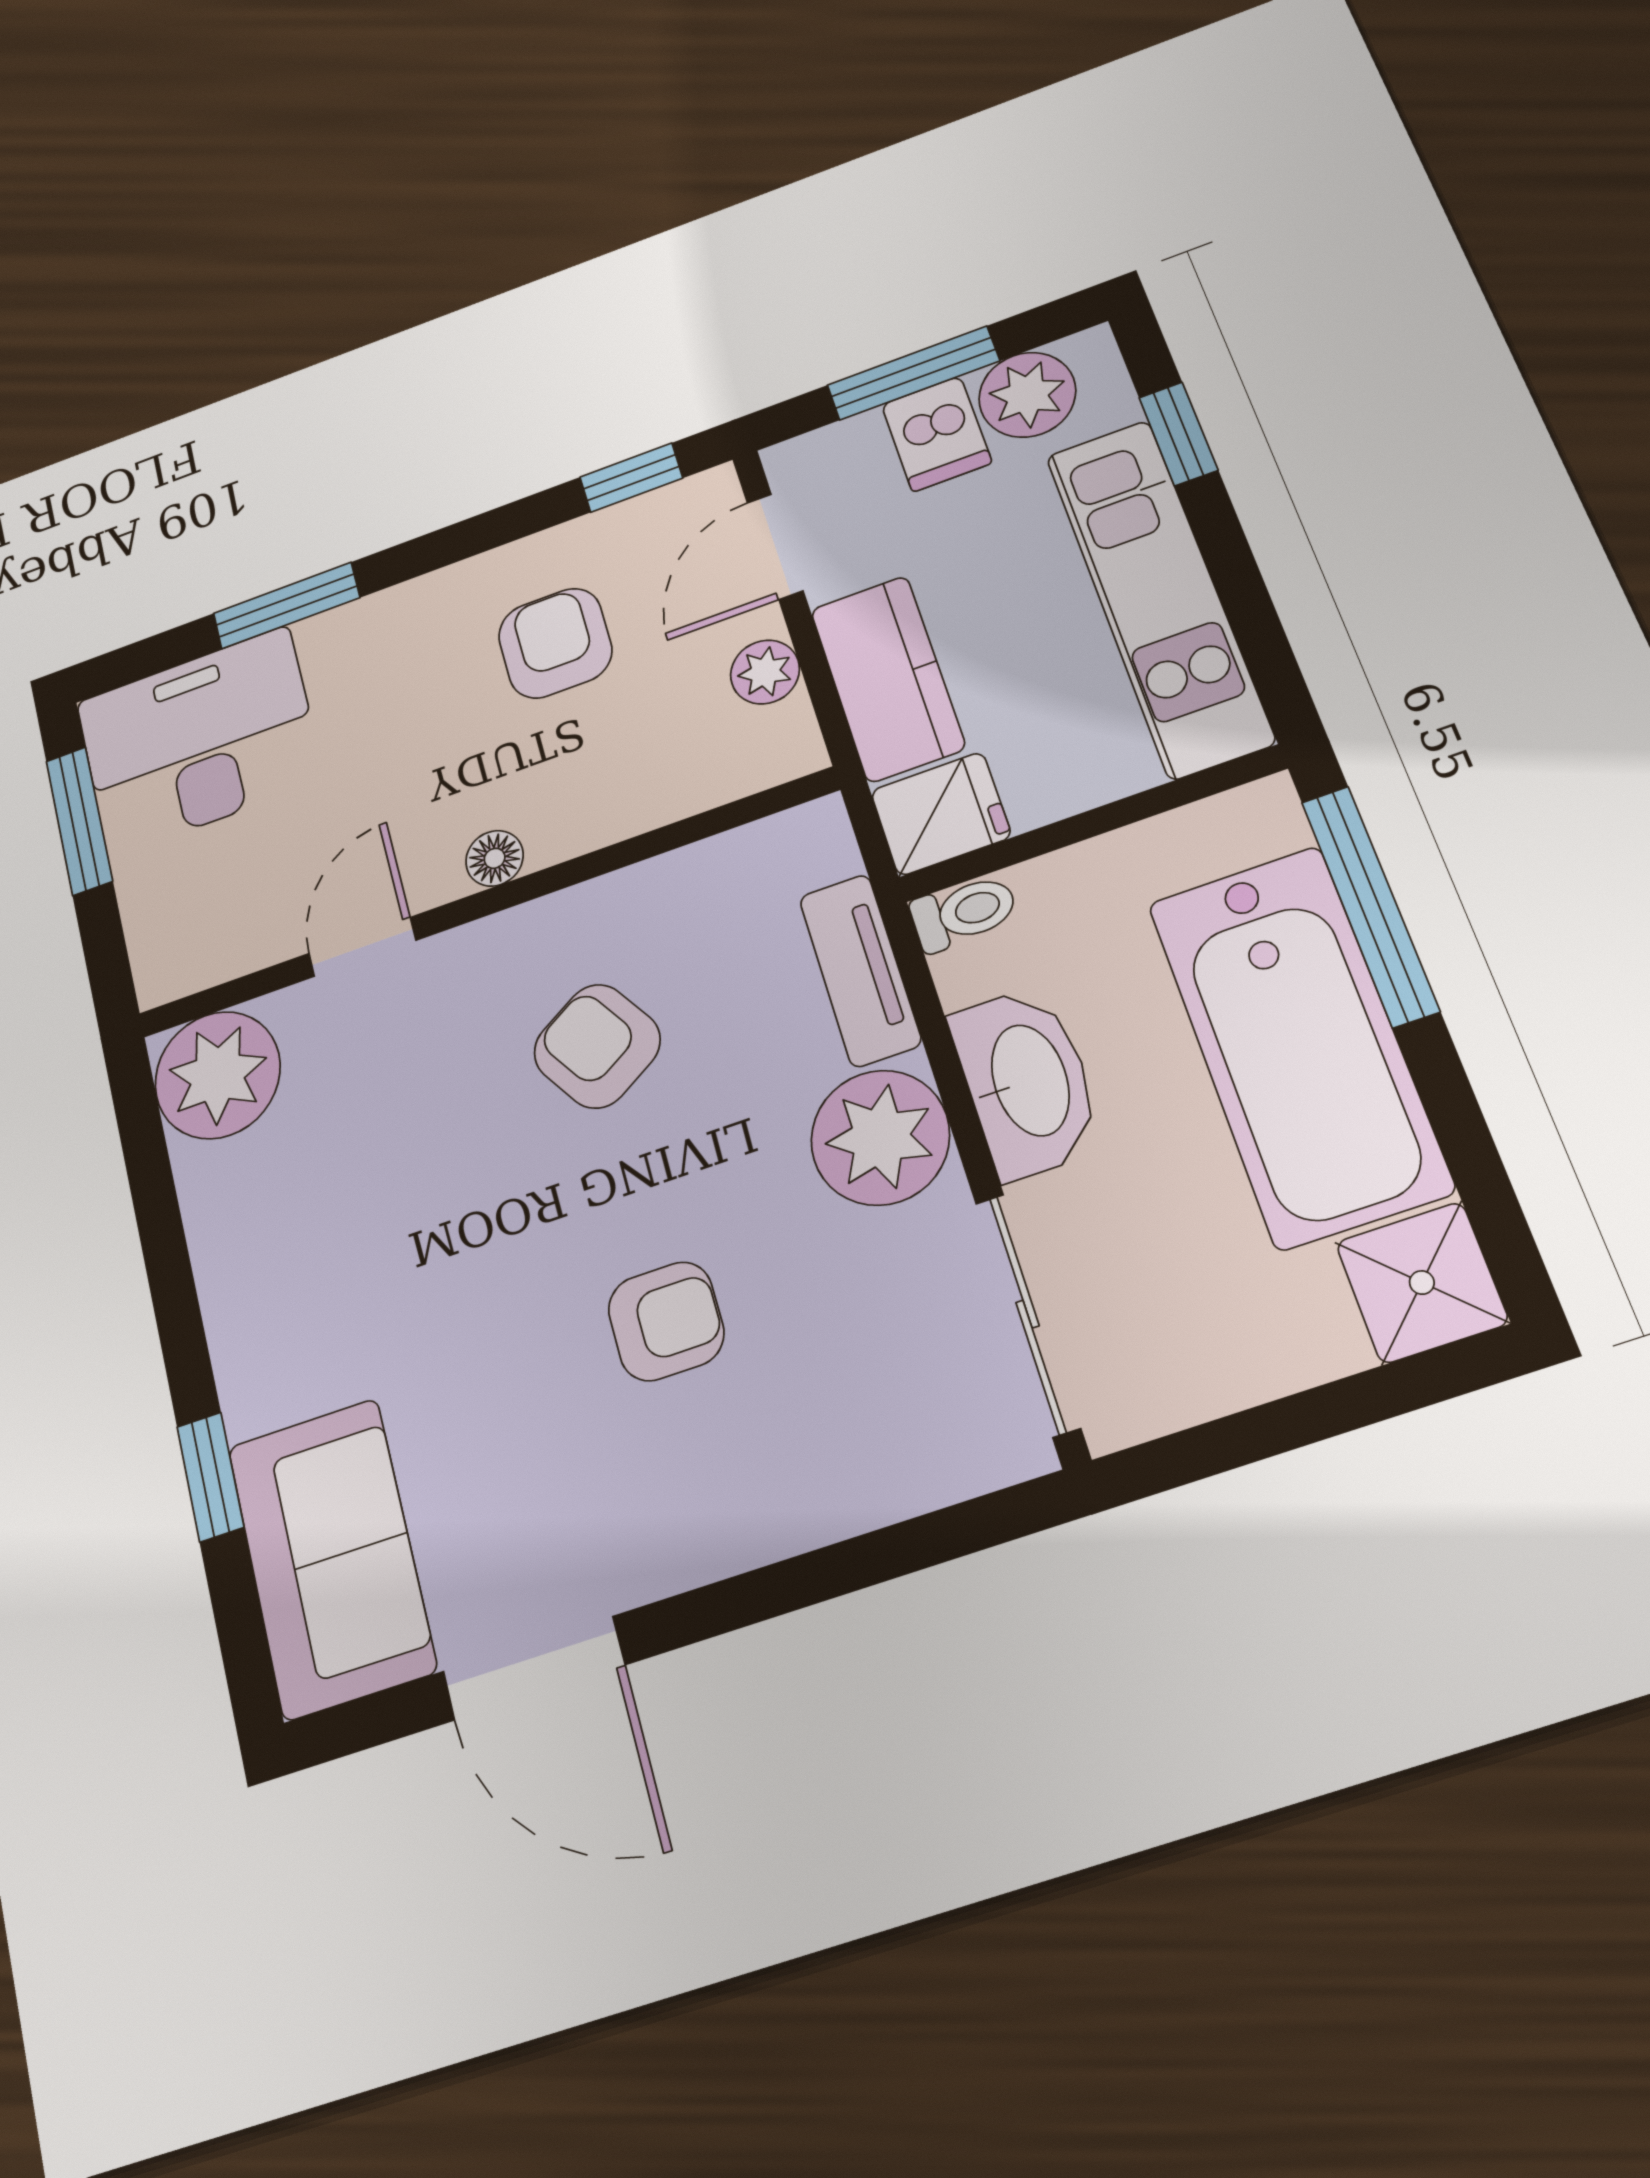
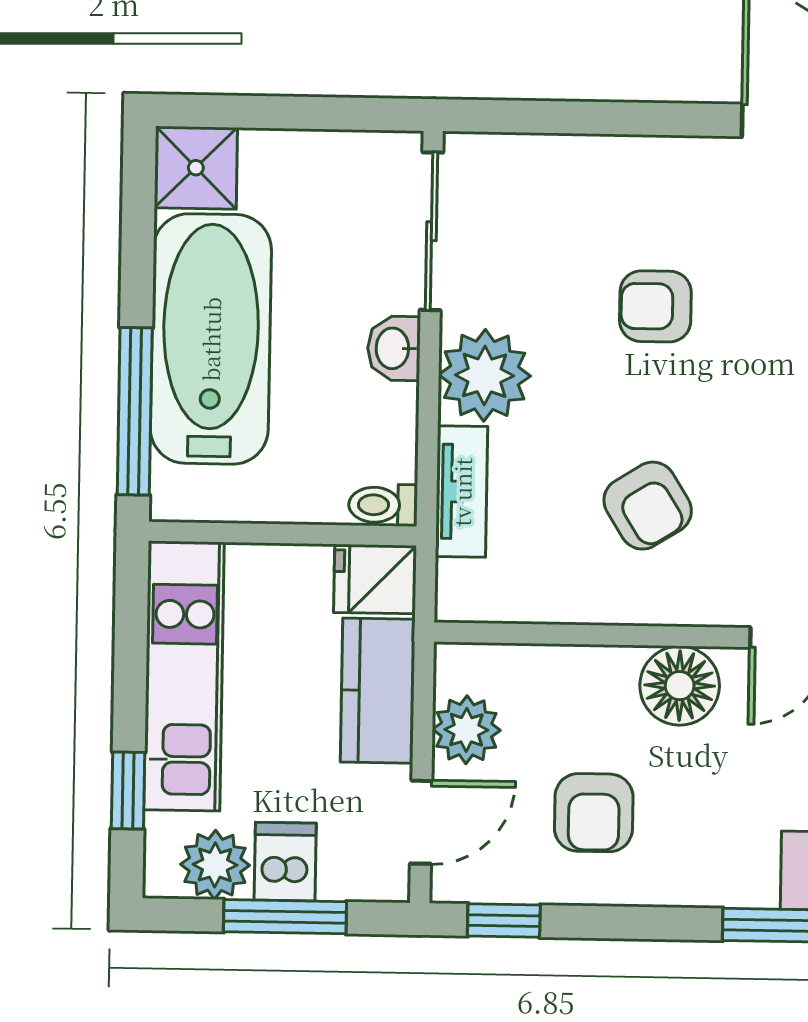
plant: (765, 672) -> (466, 730), width x1.38, depth x1.38
floor lamp: (495, 858) -> (680, 686), width x1.89, depth x1.89
washbasin: (1027, 1081) -> (394, 348), width x0.52, depth x0.69

